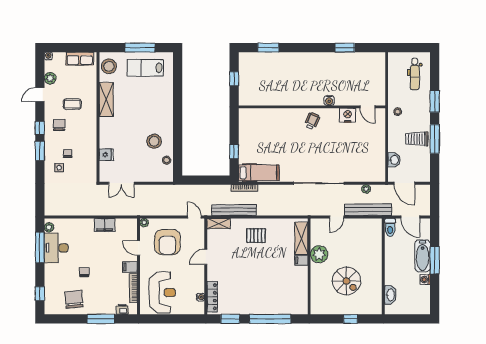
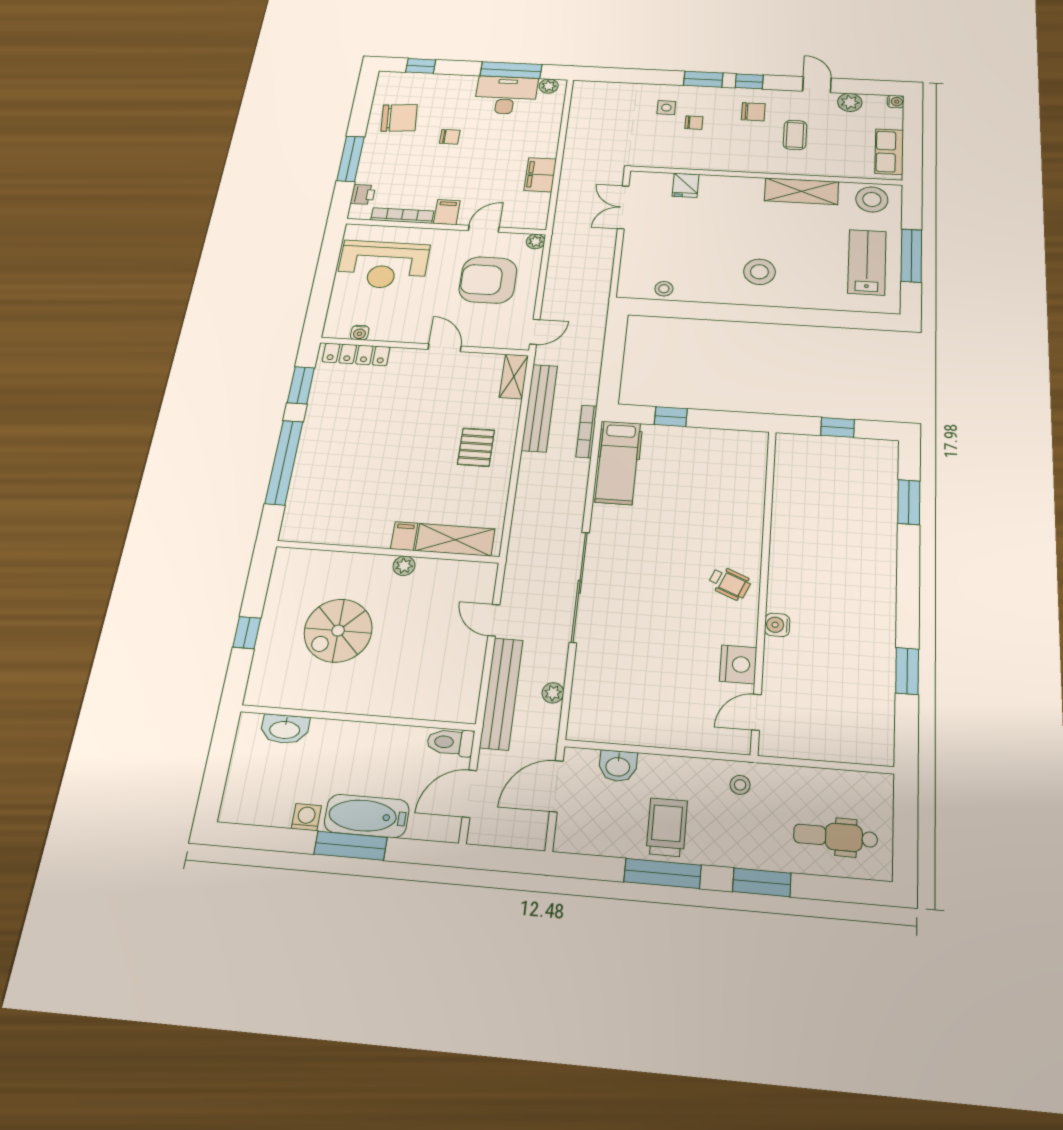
stool: (154, 141) -> (759, 272), moved
plant: (319, 254) -> (404, 566), width x0.53, depth x0.53

